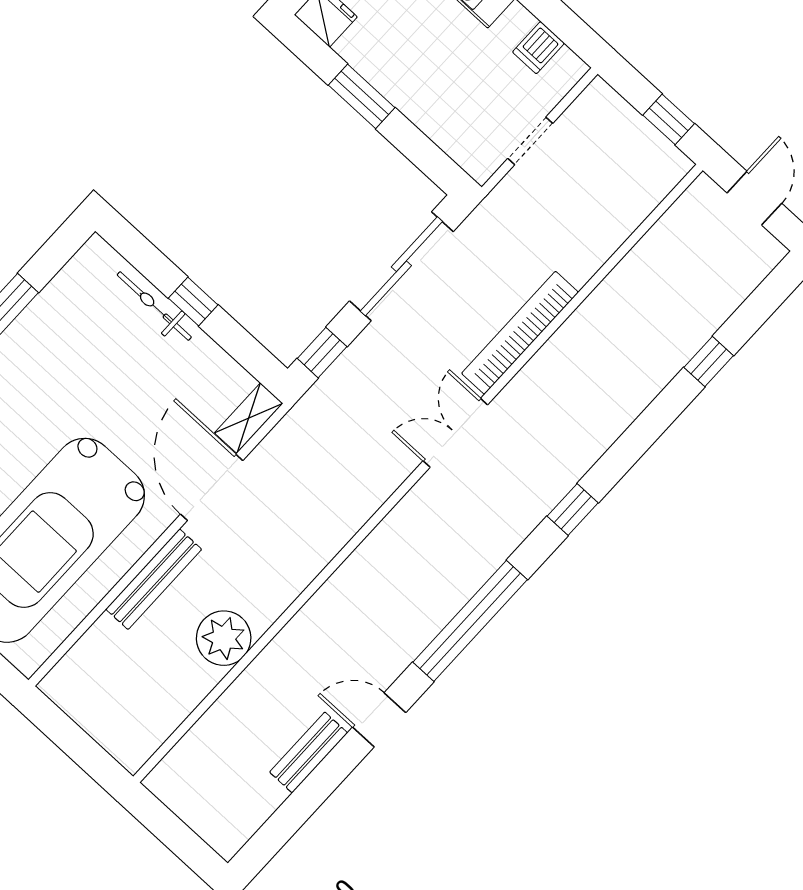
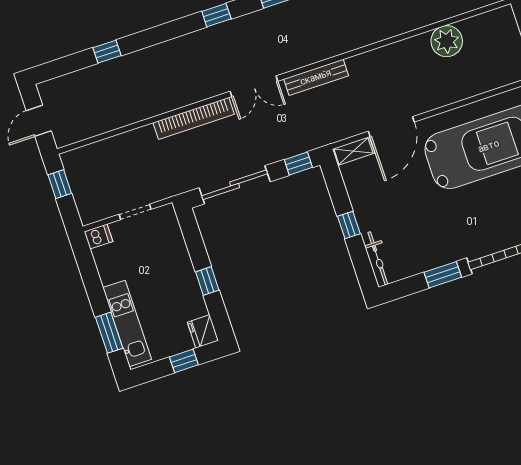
dishwasher: (538, 48) -> (98, 236), moved
window: (362, 96) -> (207, 281), width x0.67
bicycle: (154, 306) -> (378, 258), moved
bench: (154, 579) -> (316, 77), moved
plant: (224, 638) -> (447, 41), moved

